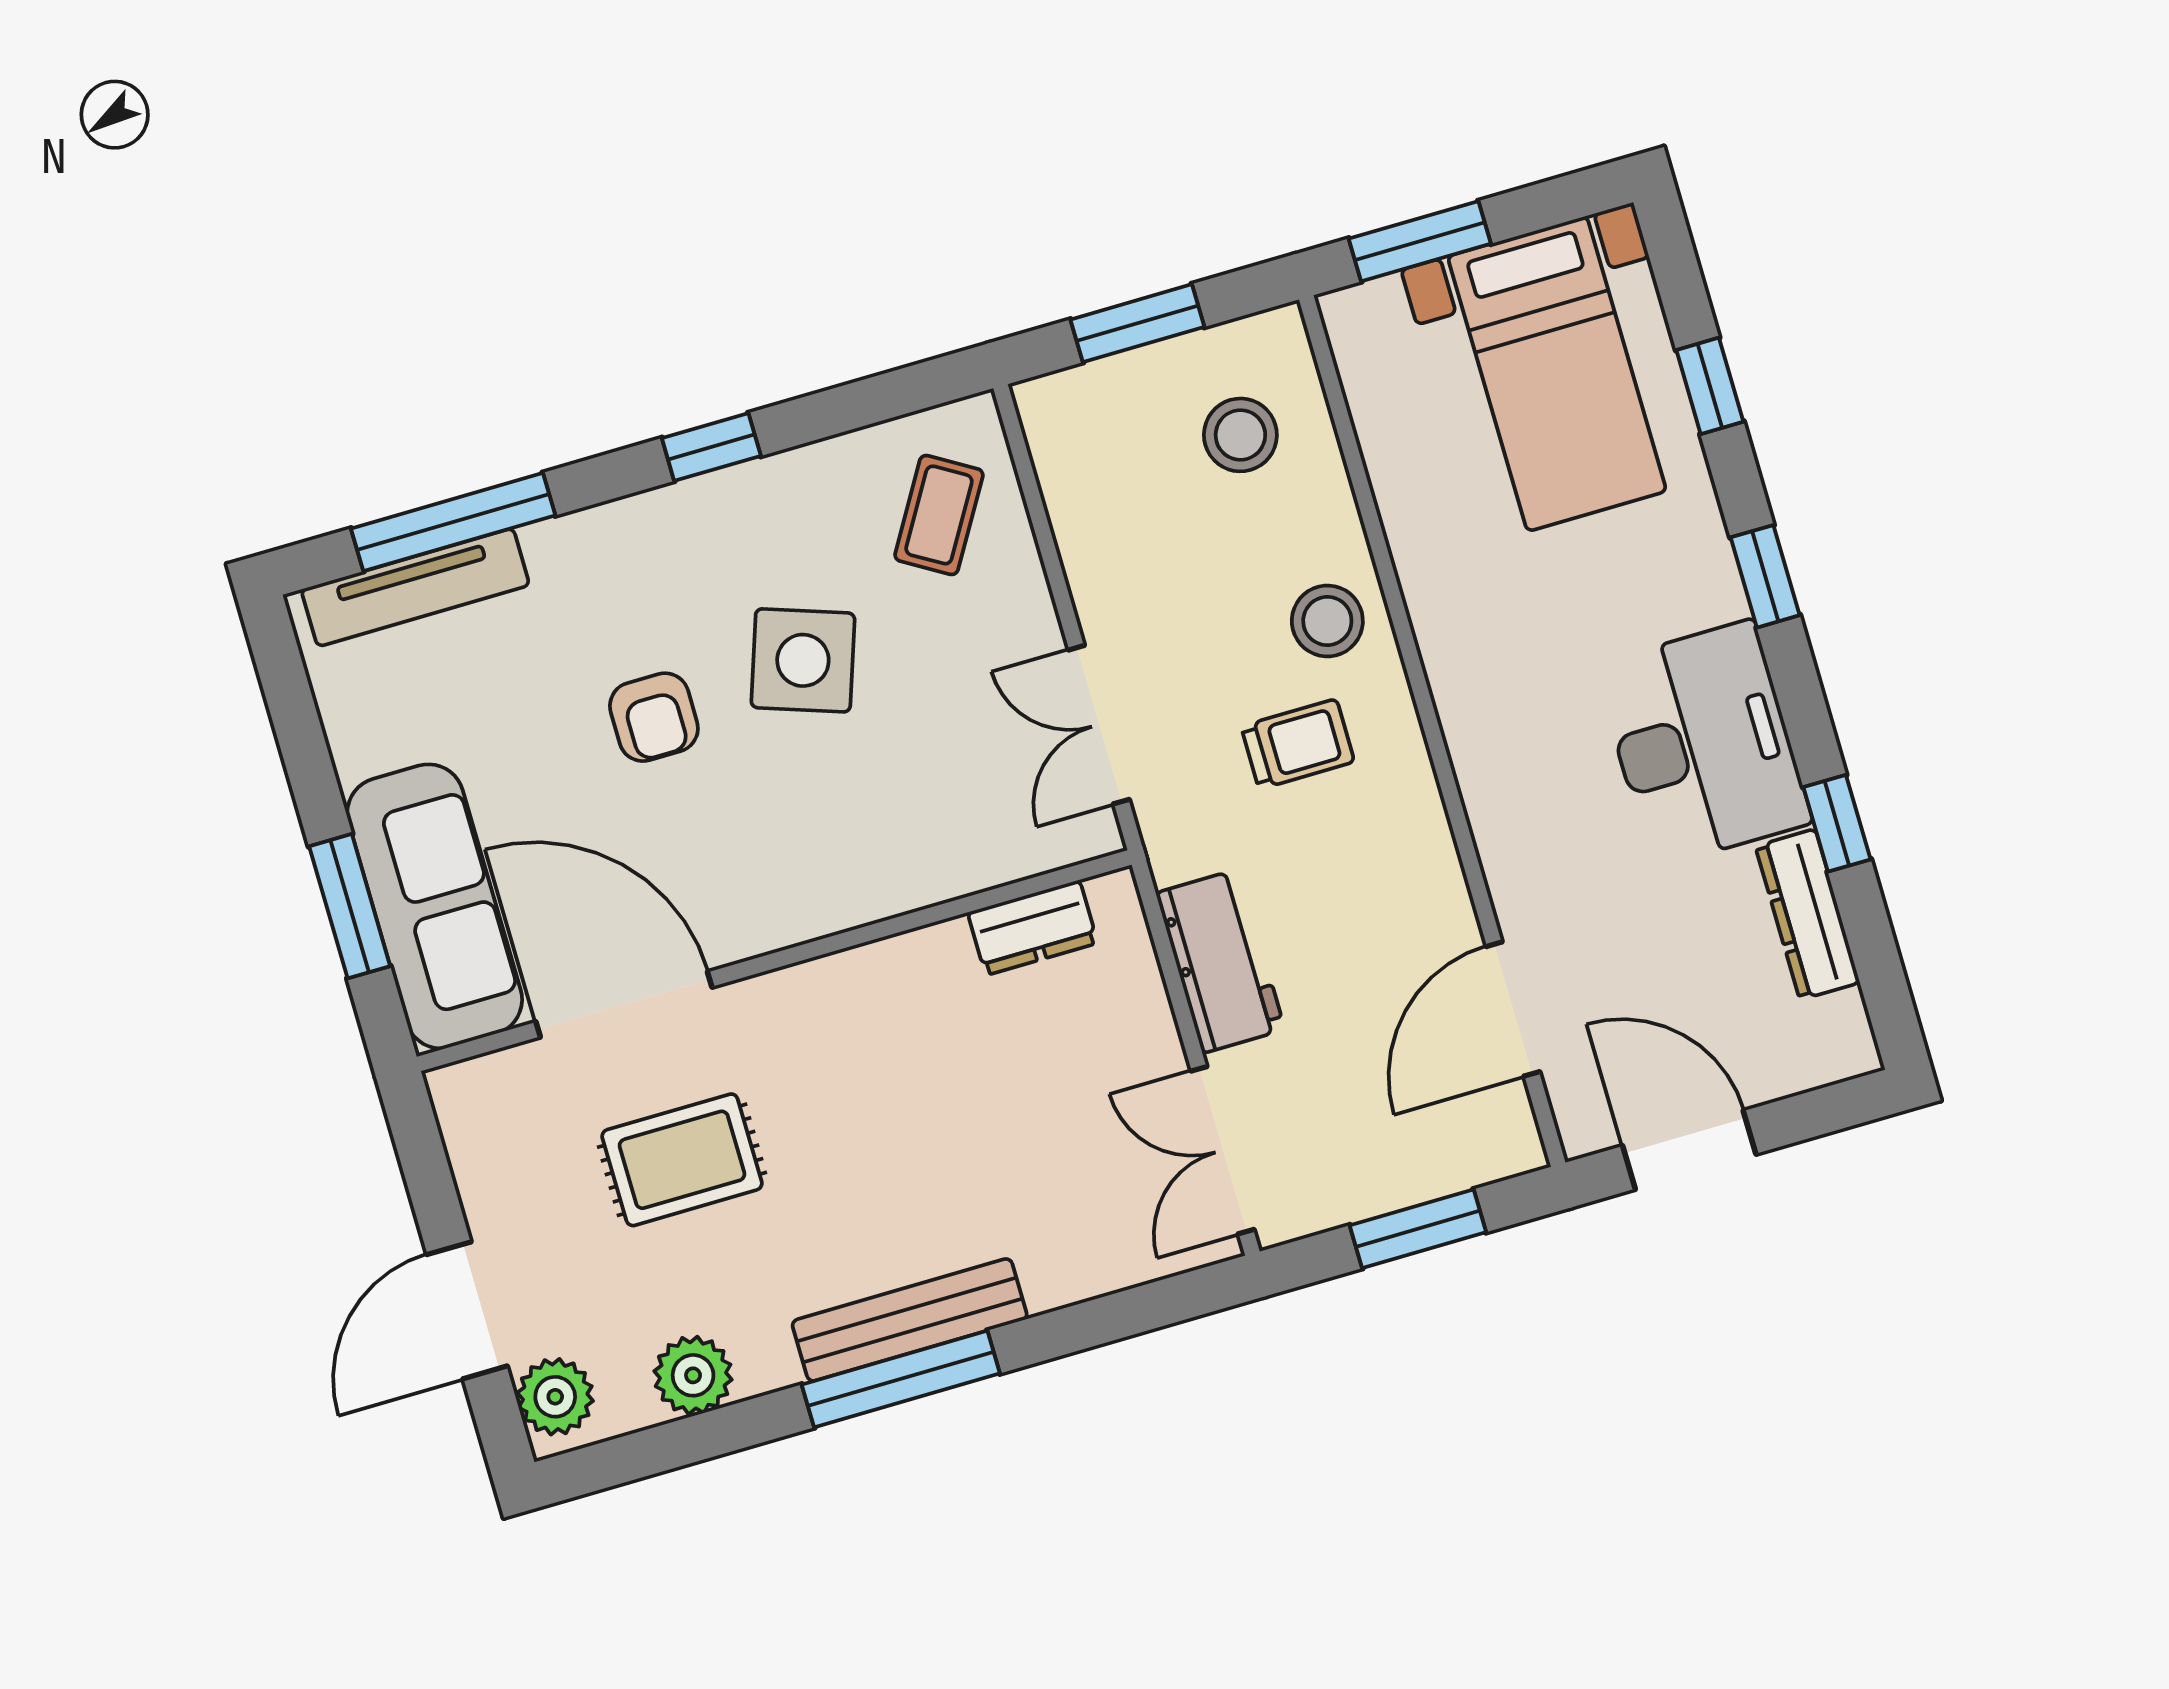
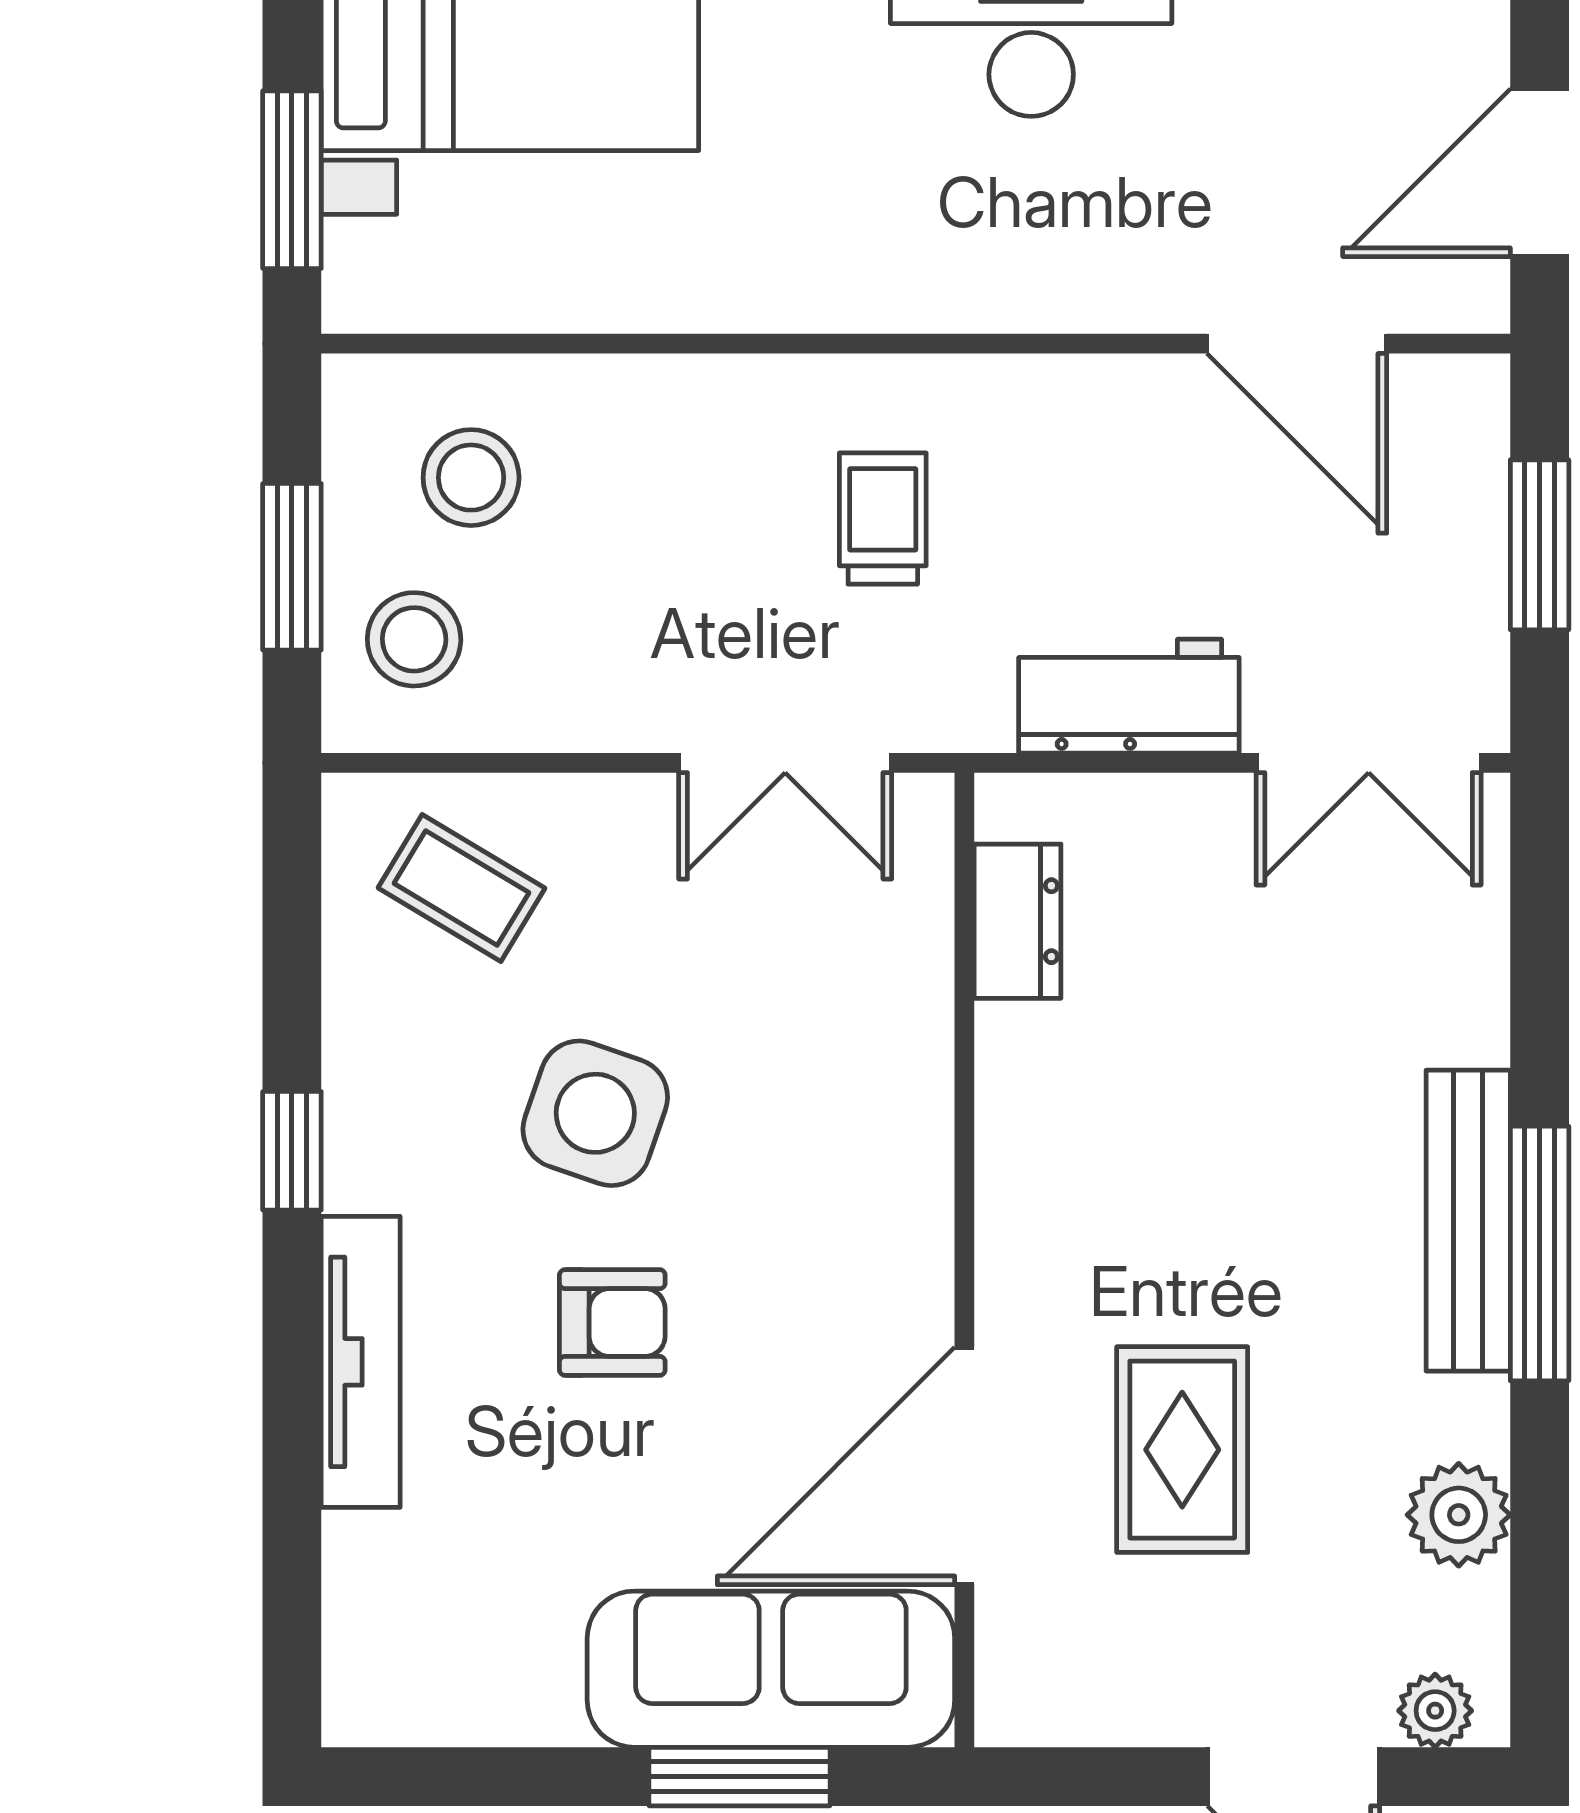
window: (453, 522) -> (292, 1505), removed
tv unit: (415, 587) -> (361, 1362), moved
stool: (1327, 621) -> (414, 639), moved
plant: (555, 1397) -> (1435, 1711), width x0.73, depth x0.73

